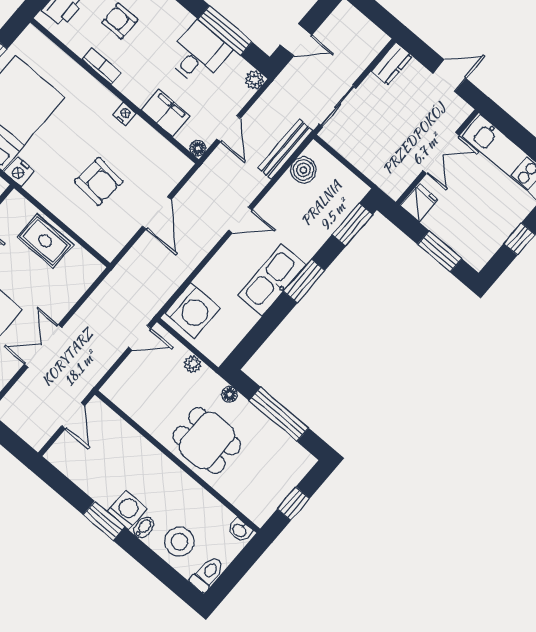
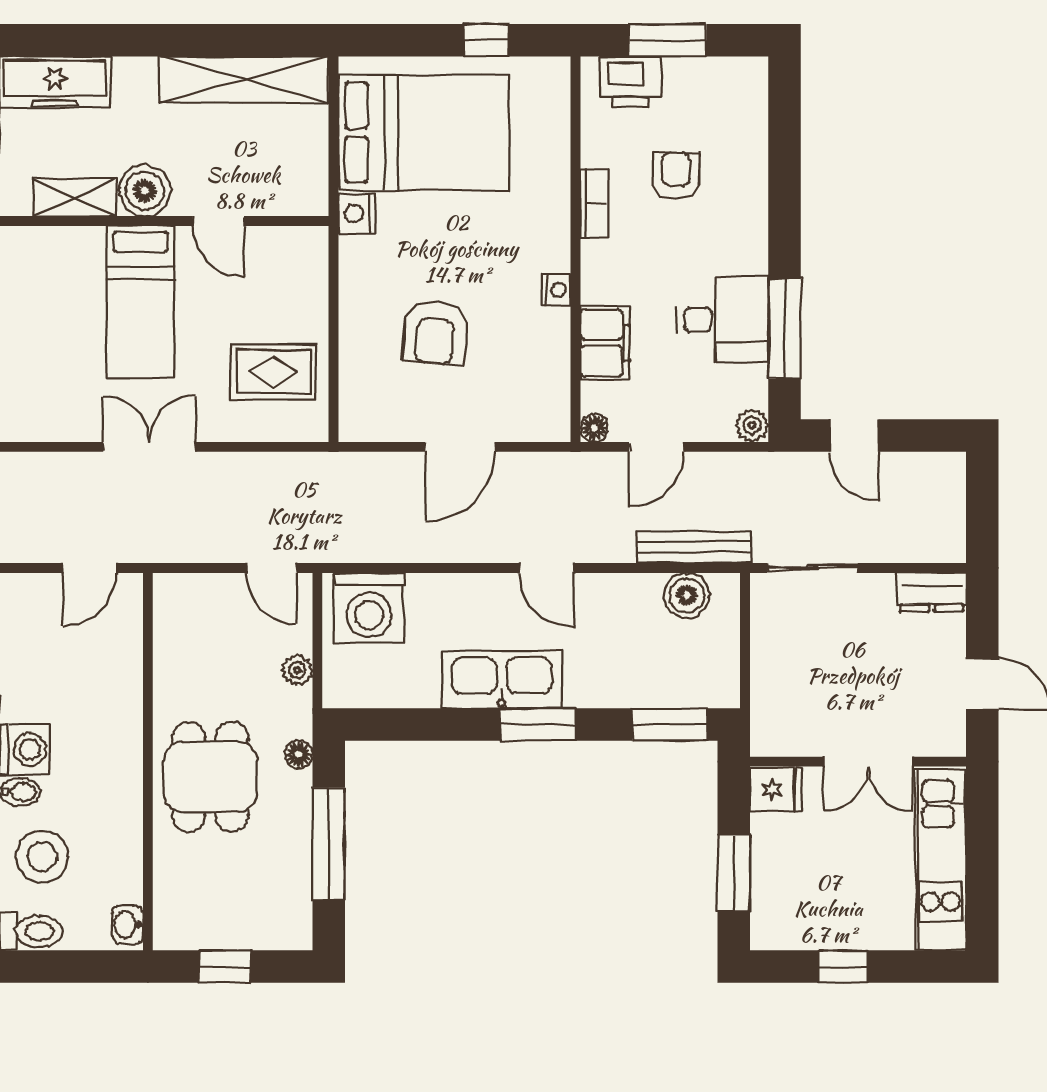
rug: (45, 241) -> (273, 372), moved, turned 90

